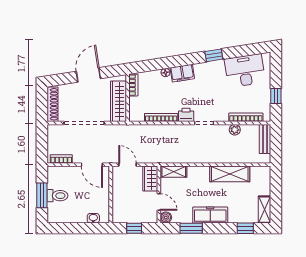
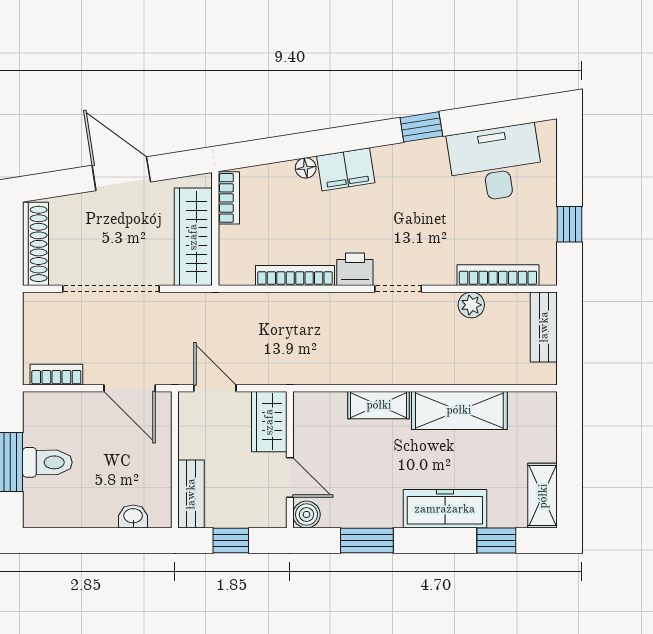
door: (88, 75) -> (121, 174), hinge flipped
shelving: (174, 172) -> (379, 405), moved
bench: (118, 209) -> (191, 494), added
freezer: (210, 215) -> (445, 509), moved

